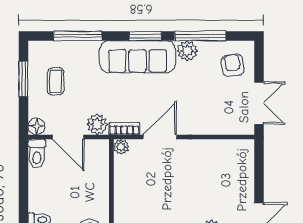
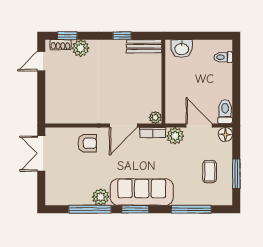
armchair: (233, 65) -> (87, 143), moved, turned -81

